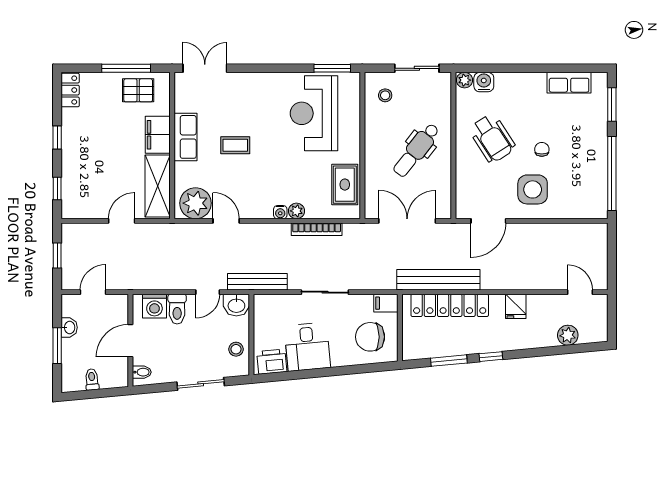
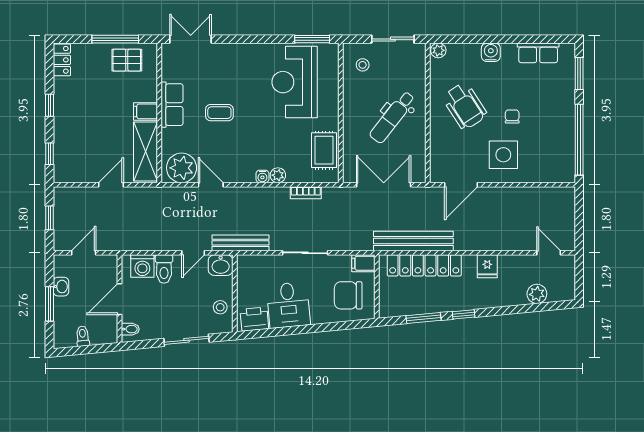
water cooler: (484, 82) -> (491, 52), moved
filing cabinet: (158, 135) -> (145, 111), width x0.50
bookcase: (317, 229) -> (306, 193), width x0.64

